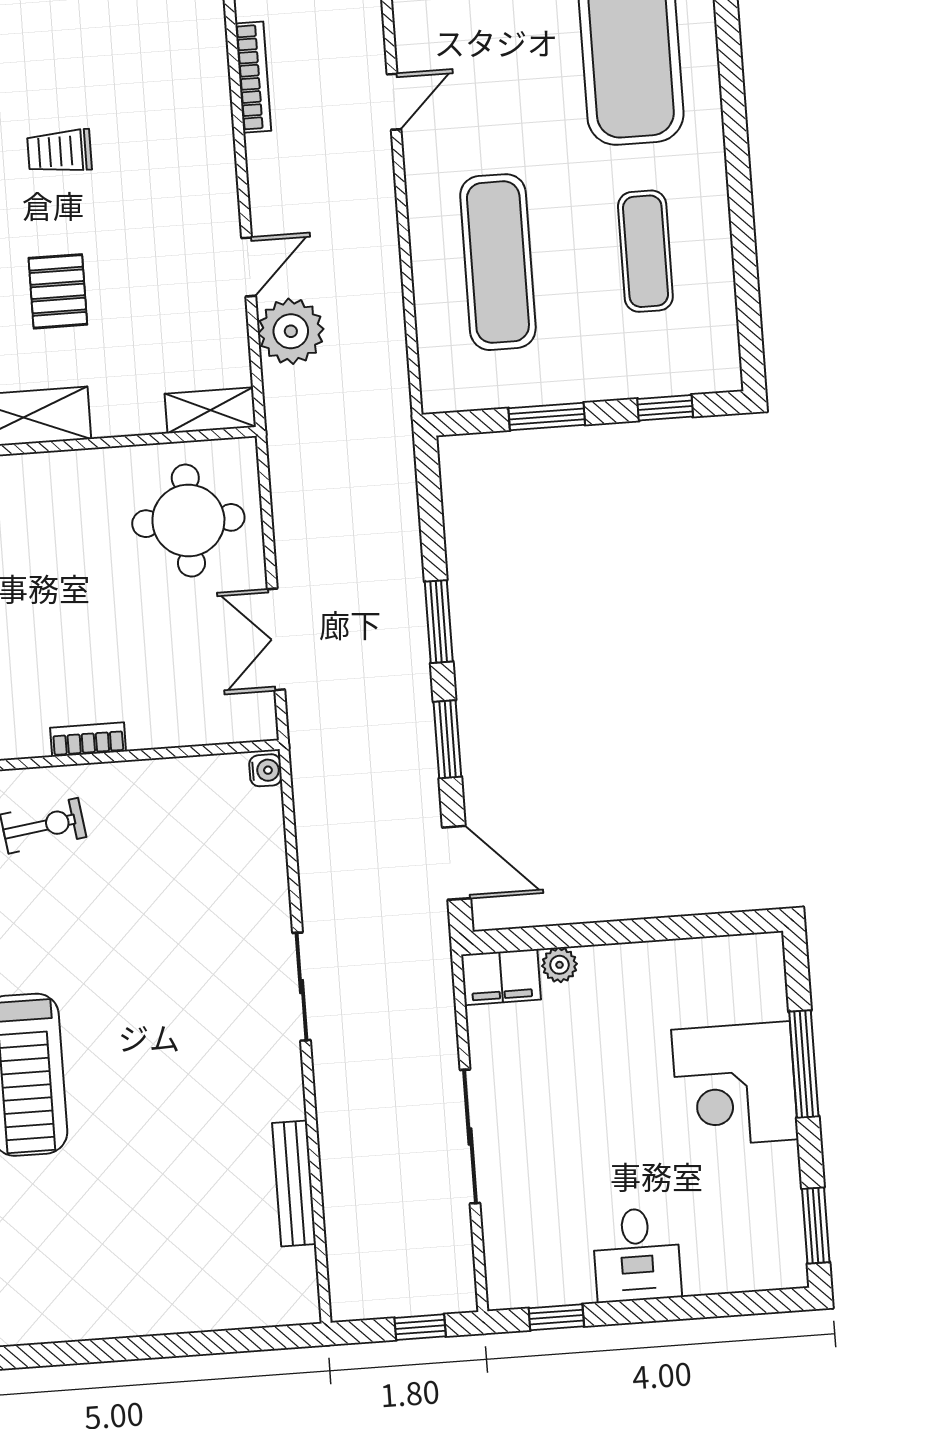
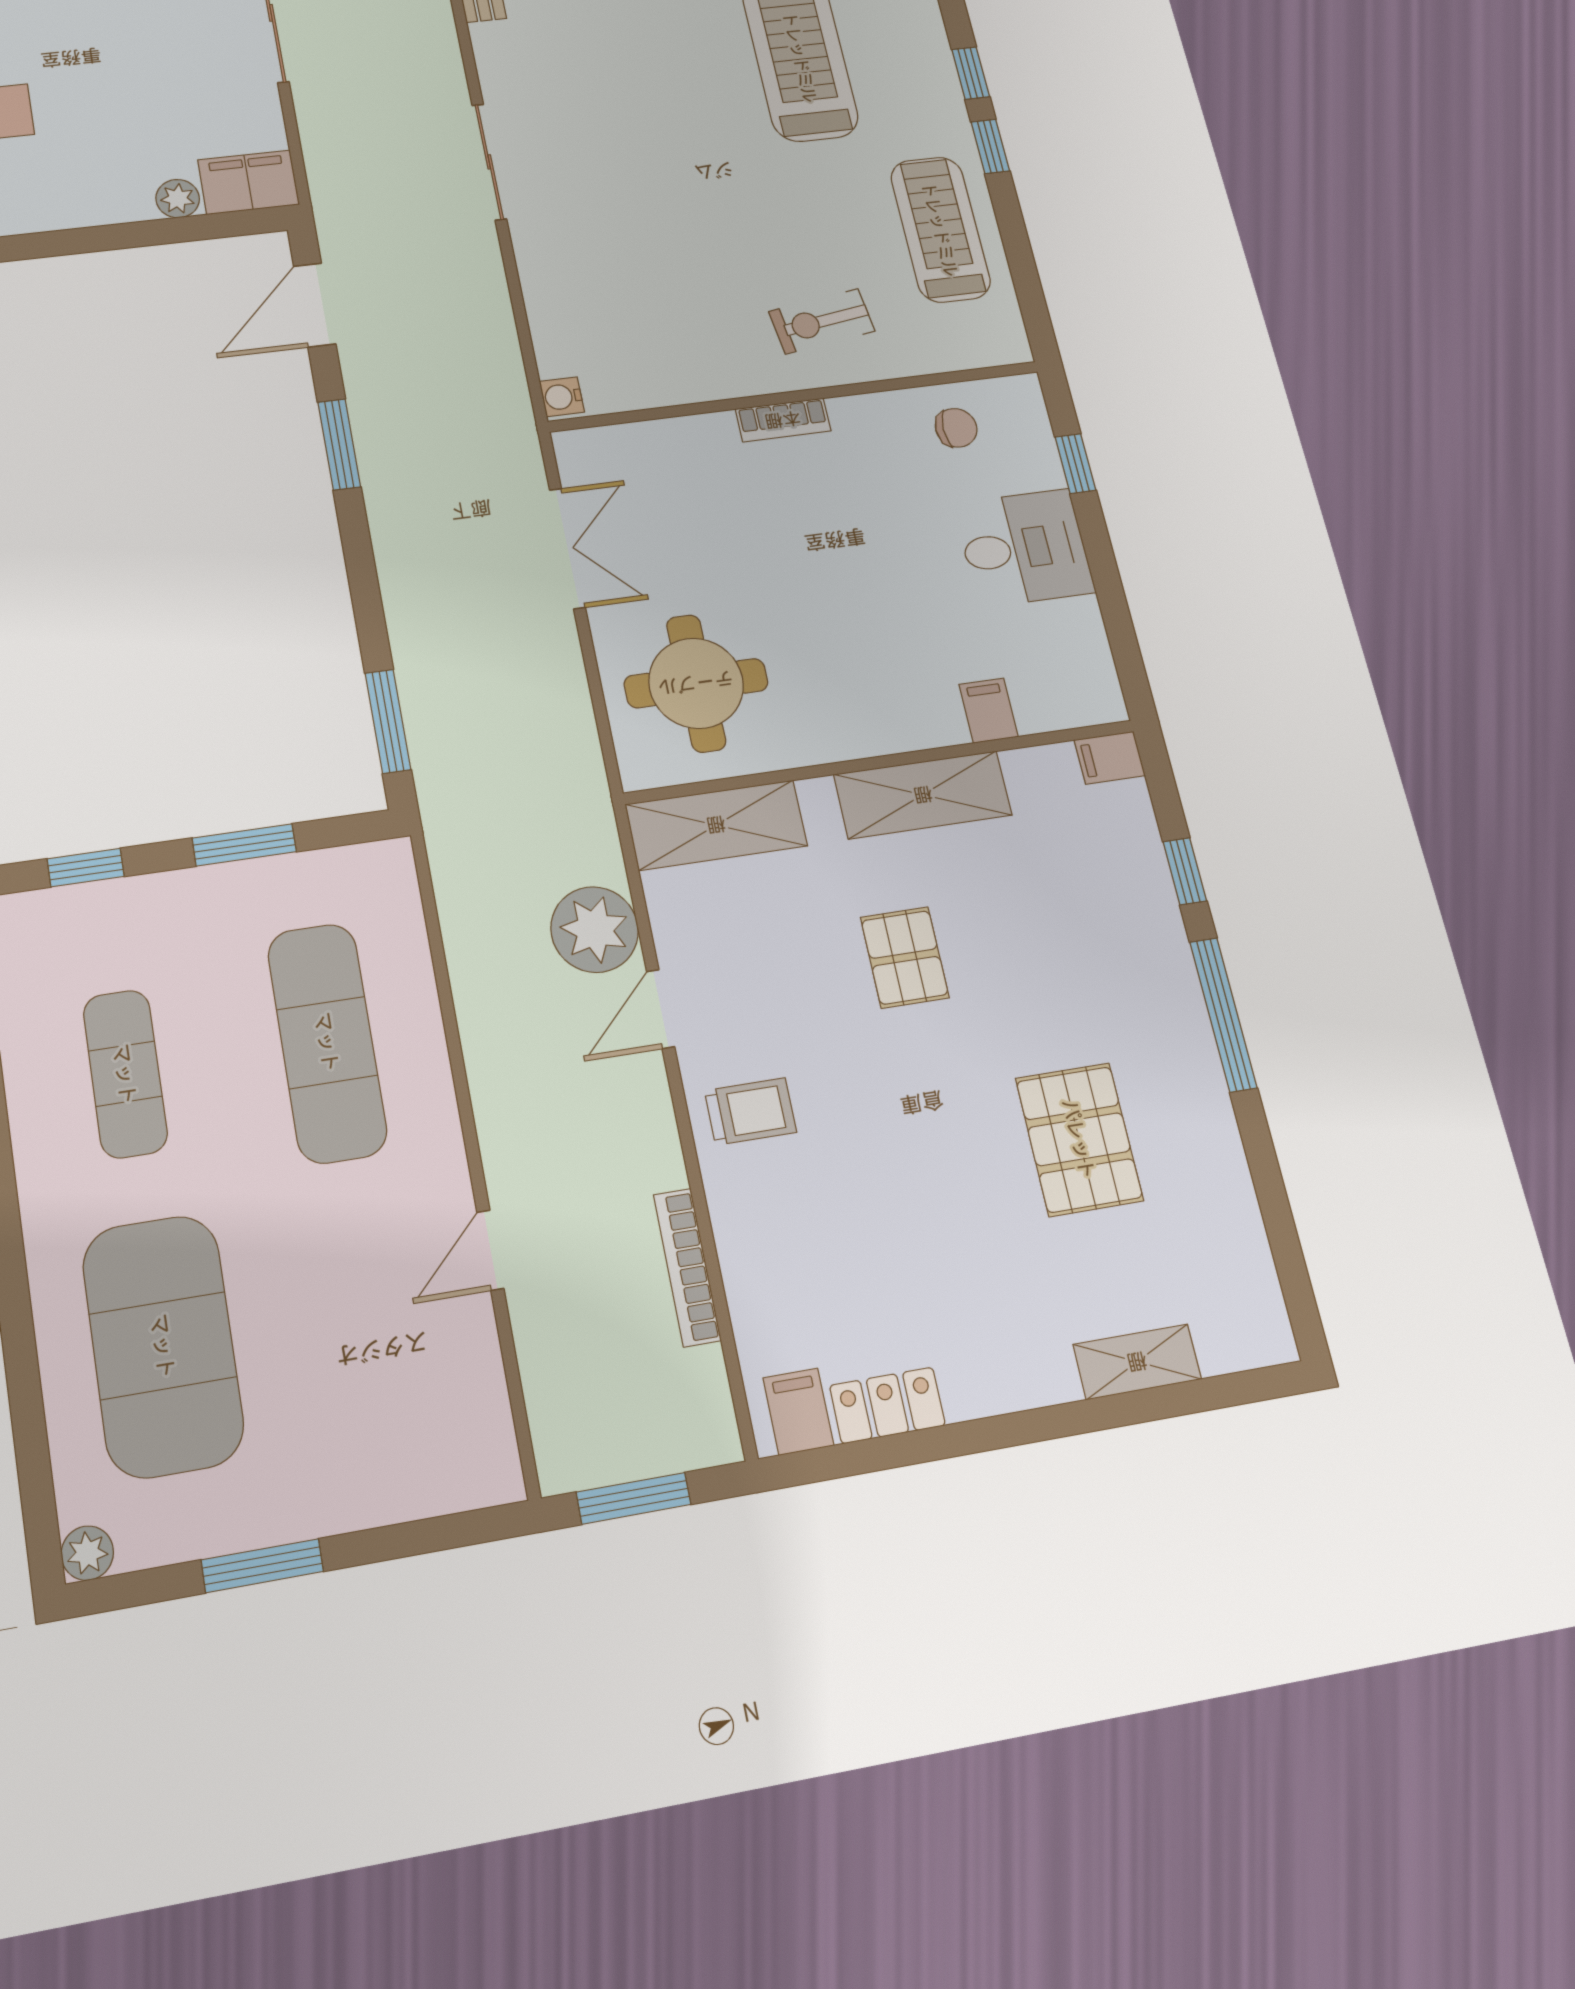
trolley: (59, 151) -> (751, 1111), moved
shelving: (210, 410) -> (716, 825), width x1.50, depth x1.33
window: (439, 622) -> (388, 721), moved
door: (456, 863) -> (315, 305), hinge flipped

